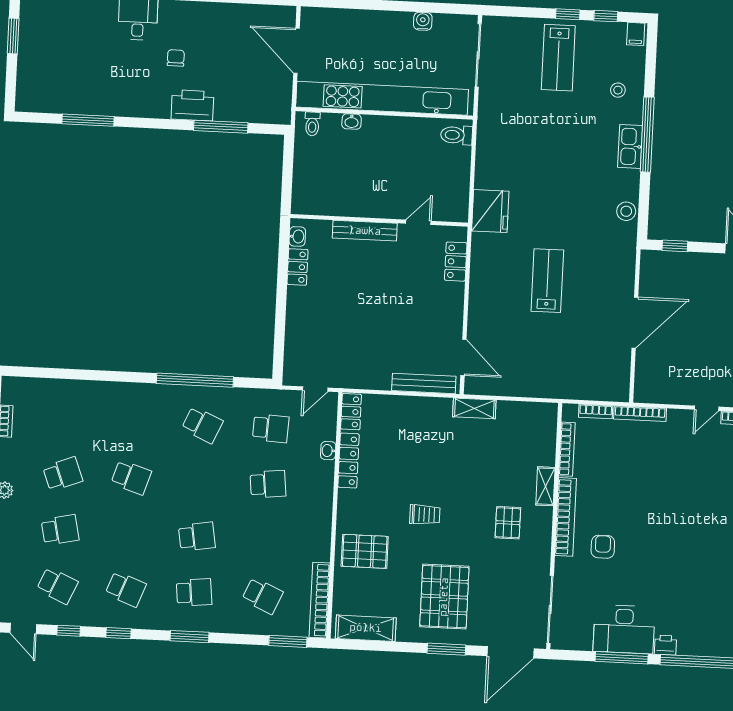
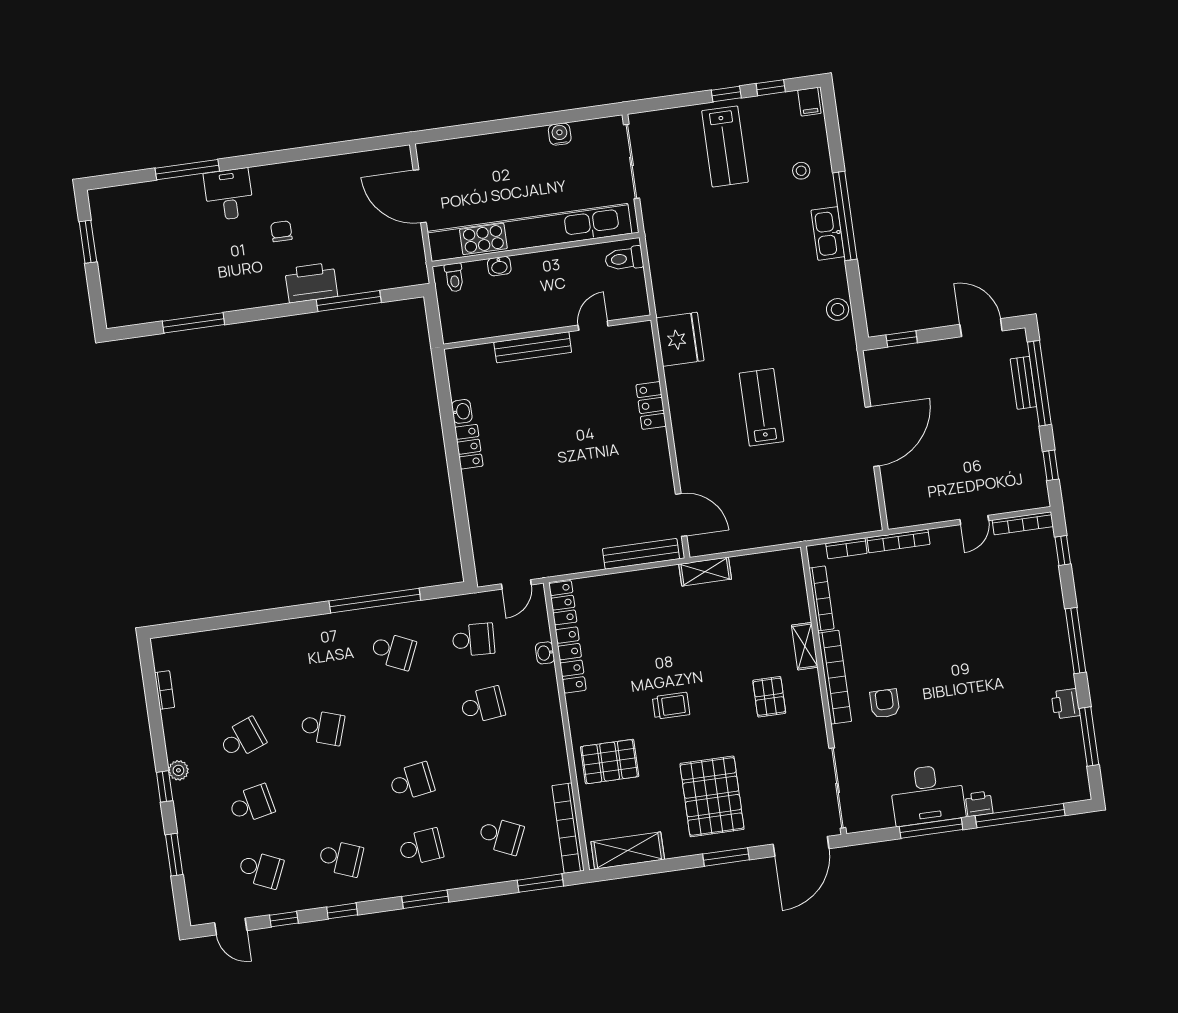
wall: (379, 220) -> (547, 332), moved
door: (418, 222) -> (593, 326), moved
bench: (365, 231) -> (533, 347), moved

